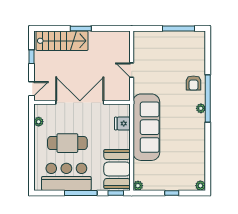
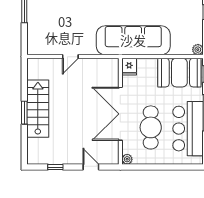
stairs: (62, 41) -> (38, 109), moved
double door: (80, 102) -> (120, 114), moved
wall: (82, 102) -> (120, 111), moved

